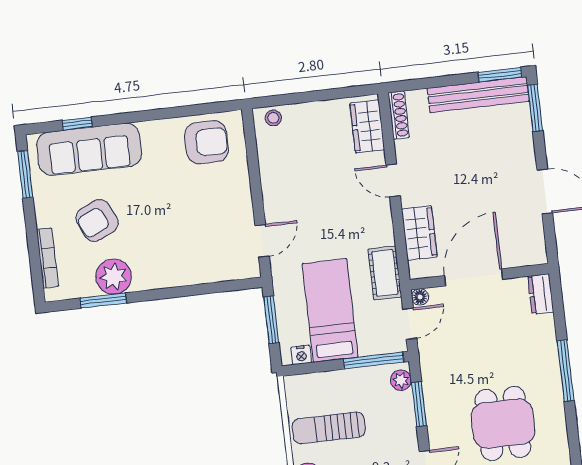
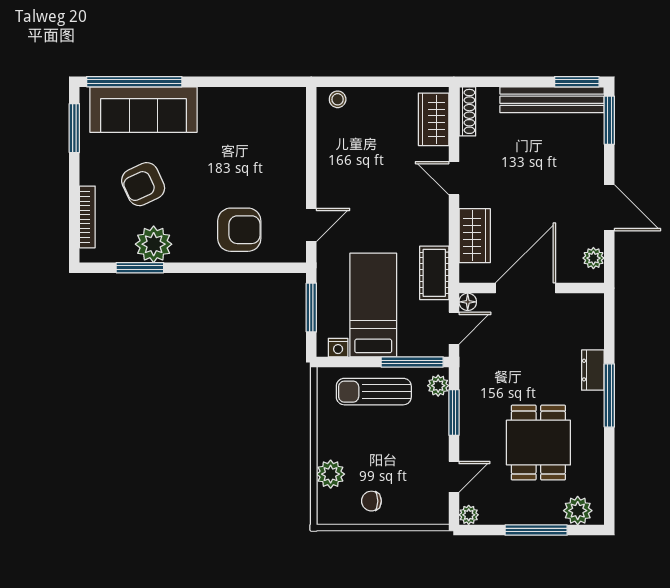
window: (77, 124) -> (134, 82), width x3.17
armchair: (207, 142) -> (239, 230), moved
plant: (535, 241) -> (593, 258), added
dresser: (541, 294) -> (593, 370), moved
sun lounger: (329, 428) -> (374, 392), moved

